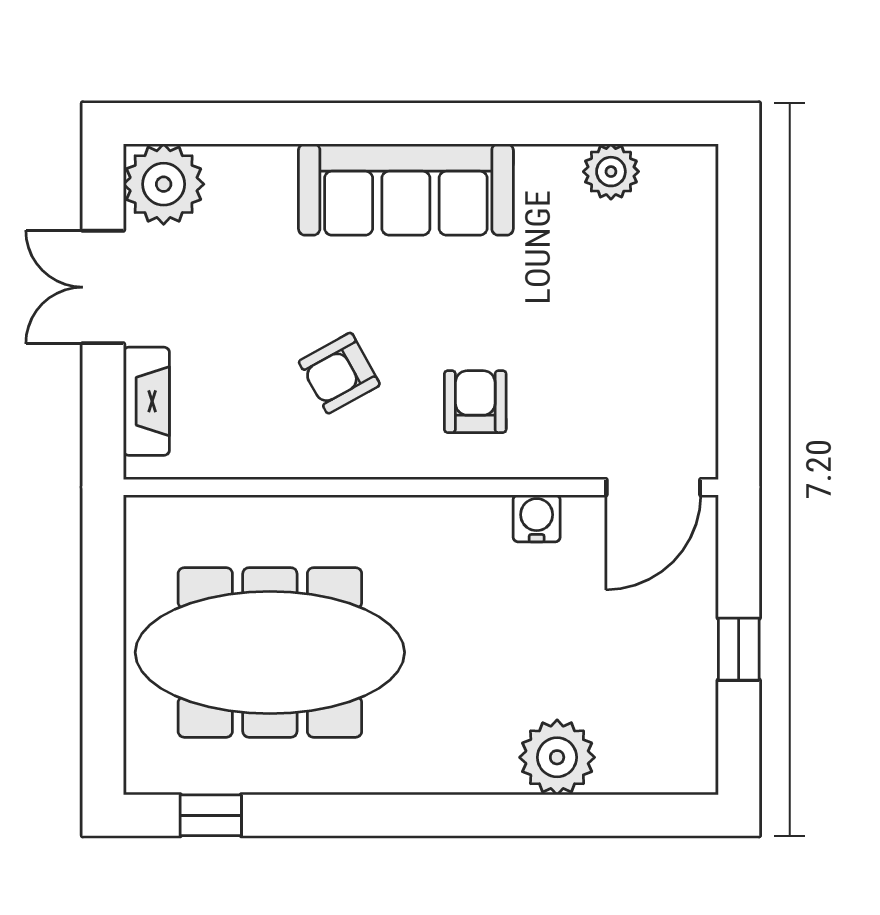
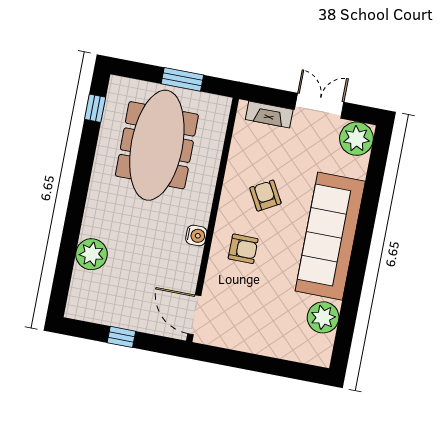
plant: (611, 172) -> (323, 317), width x1.36, depth x1.36
sofa: (406, 189) -> (330, 236), width x1.36, depth x1.27
water cooler: (537, 518) -> (196, 236), moved
window: (103, 622) -> (182, 79), added

